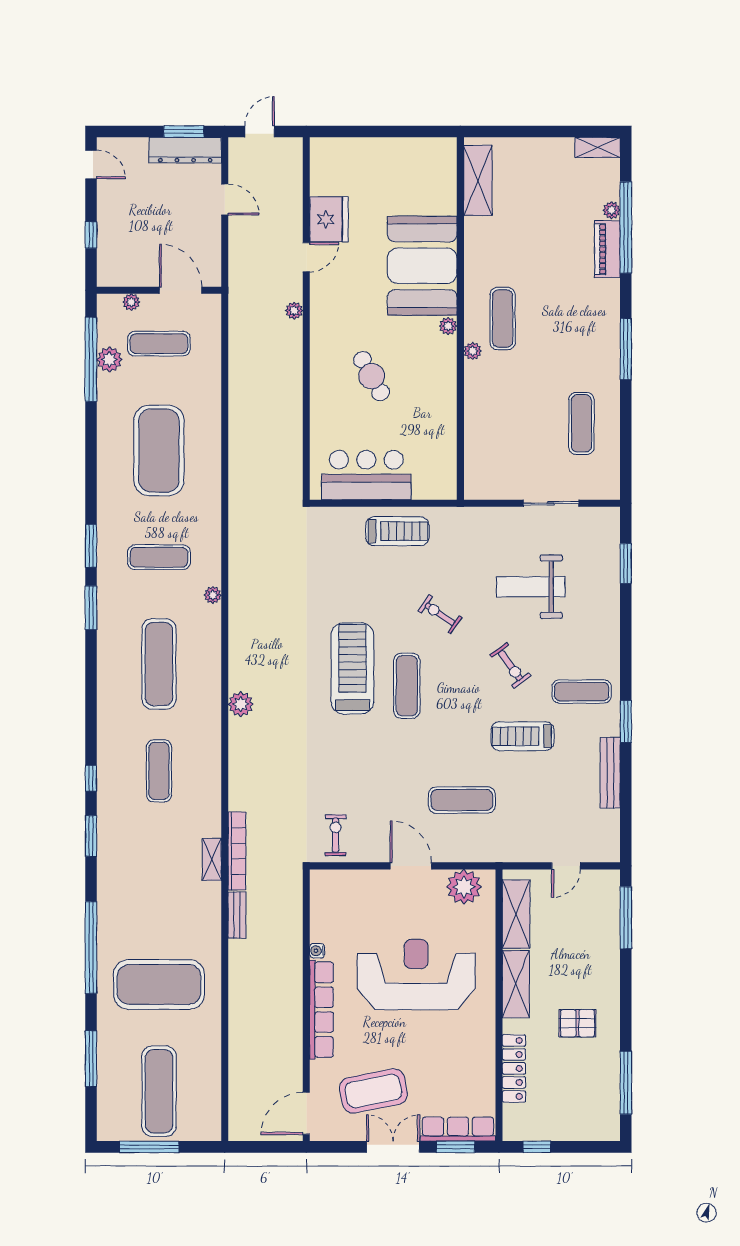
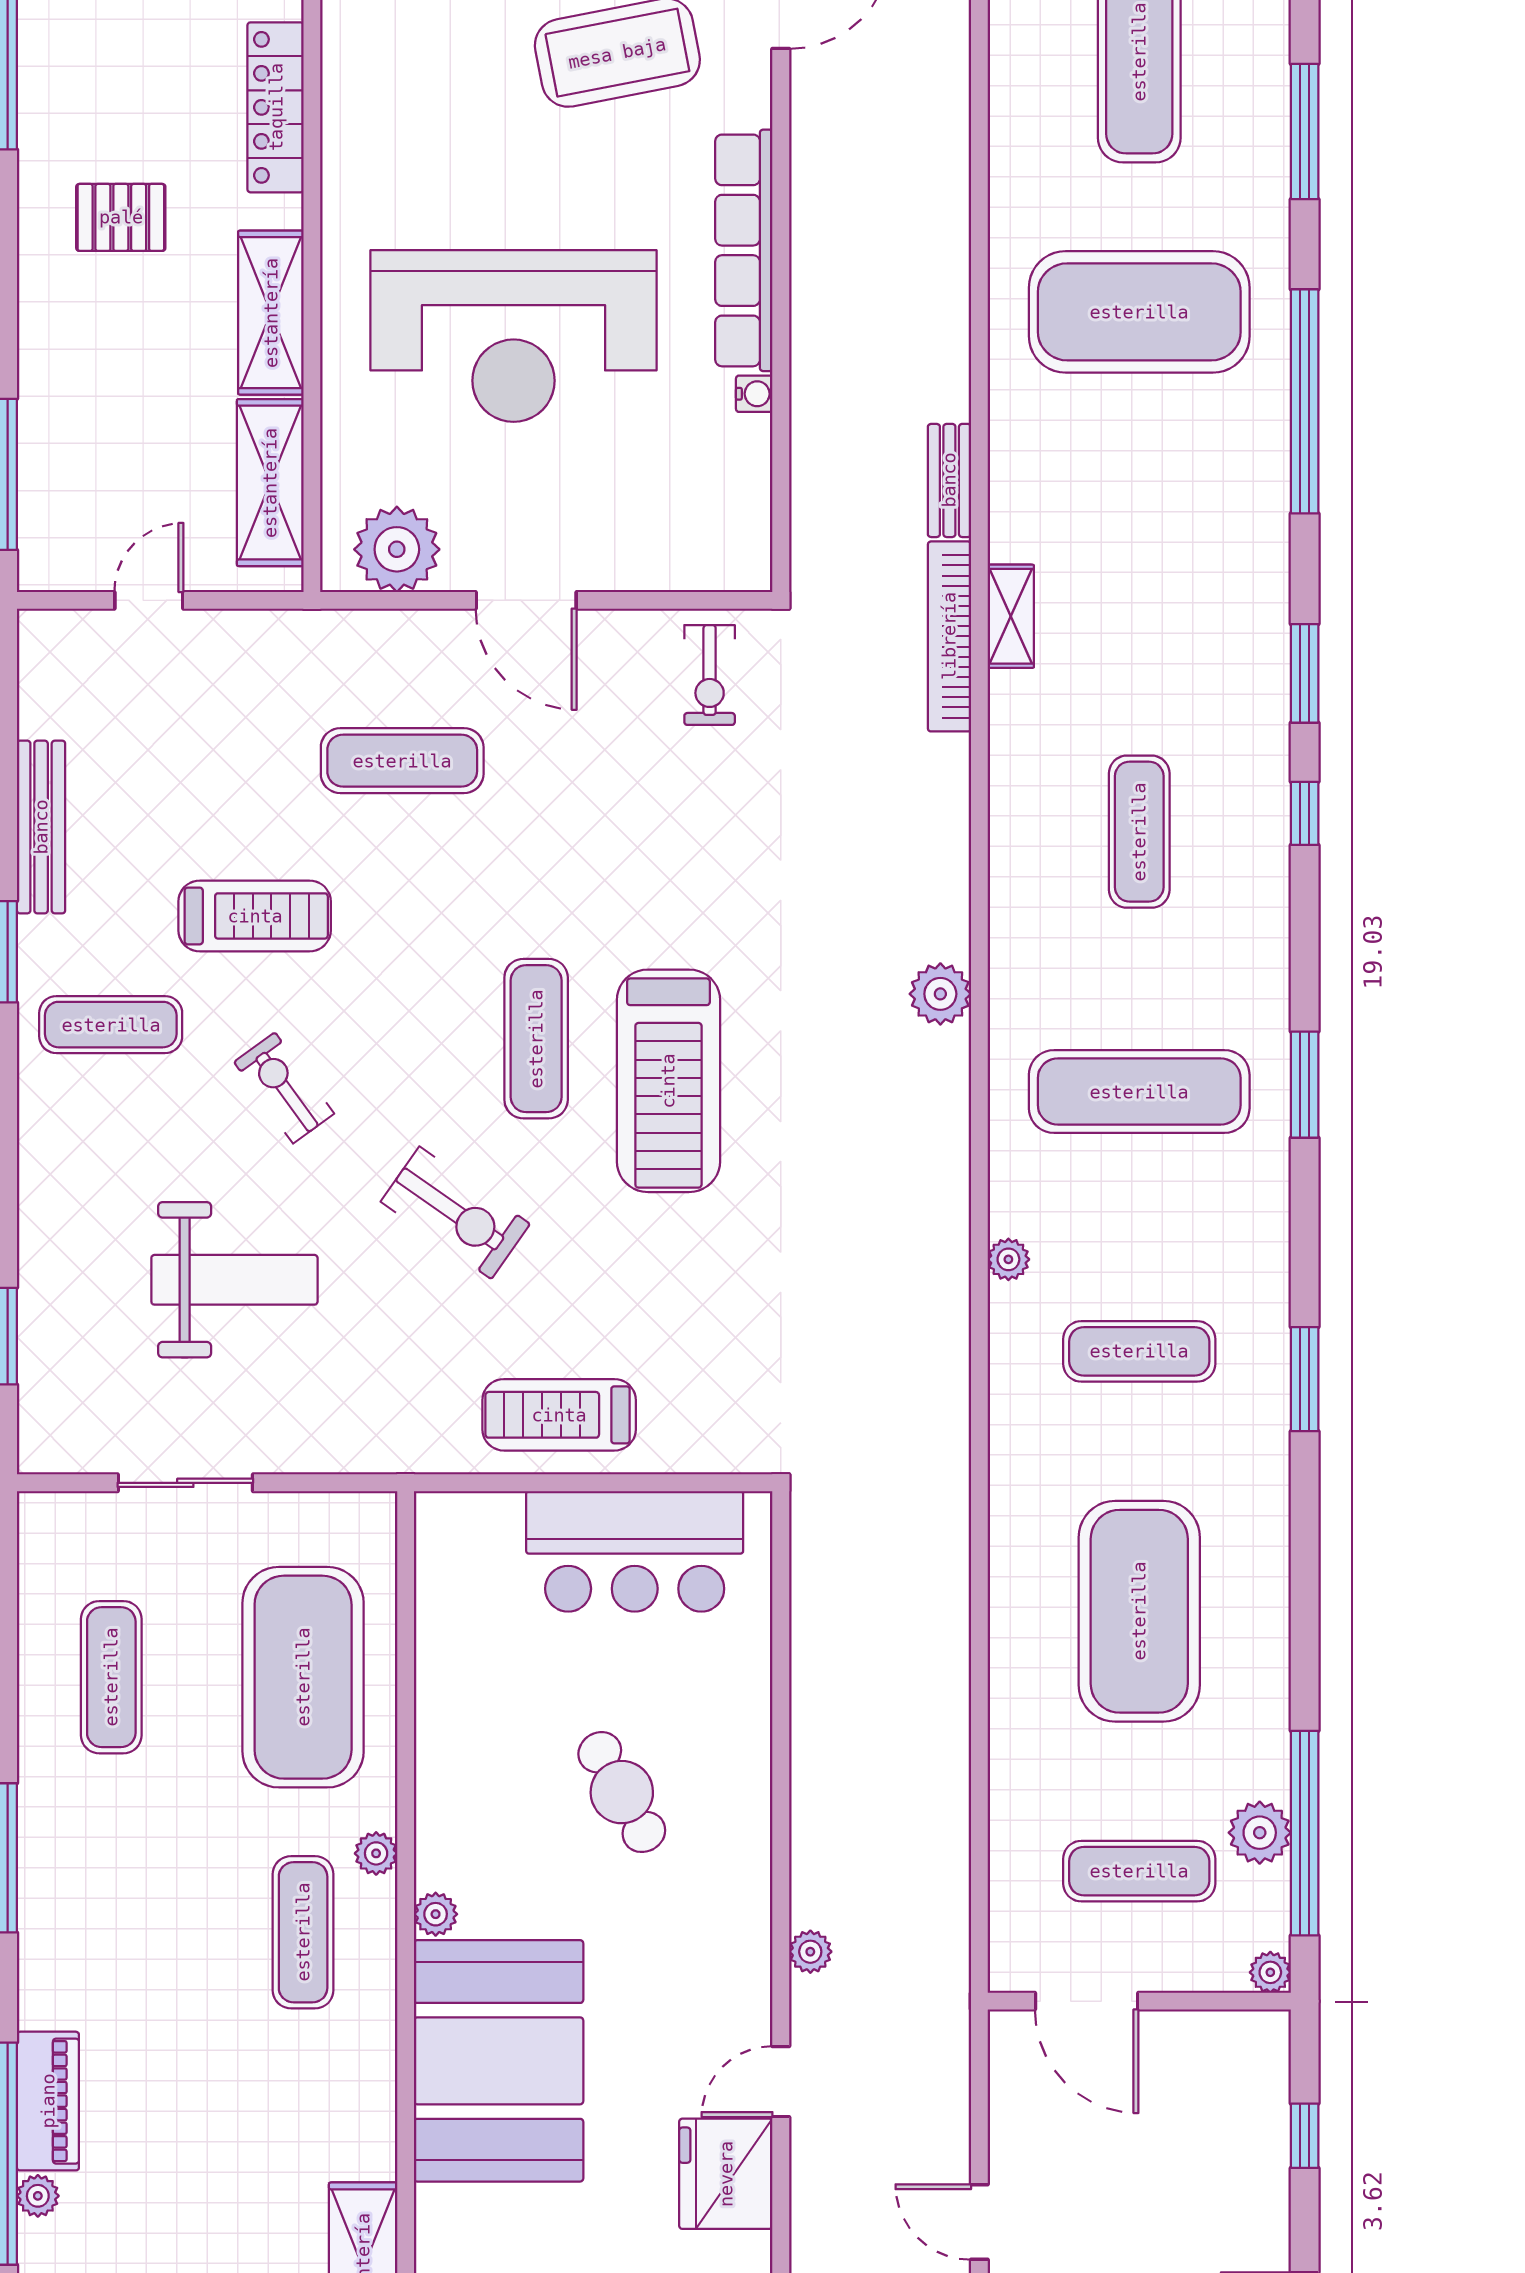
plant: (131, 302) -> (1270, 1972), moved
exercise mat: (503, 423) -> (303, 1677), added
window: (91, 608) -> (1305, 1085), moved
exercise bike: (440, 614) -> (455, 1213), width x1.38, depth x1.39
exercise mat: (159, 664) -> (1139, 1092), turned 90

